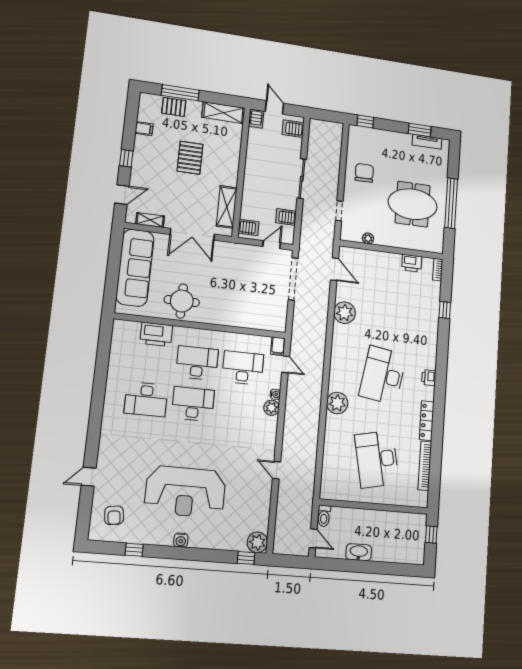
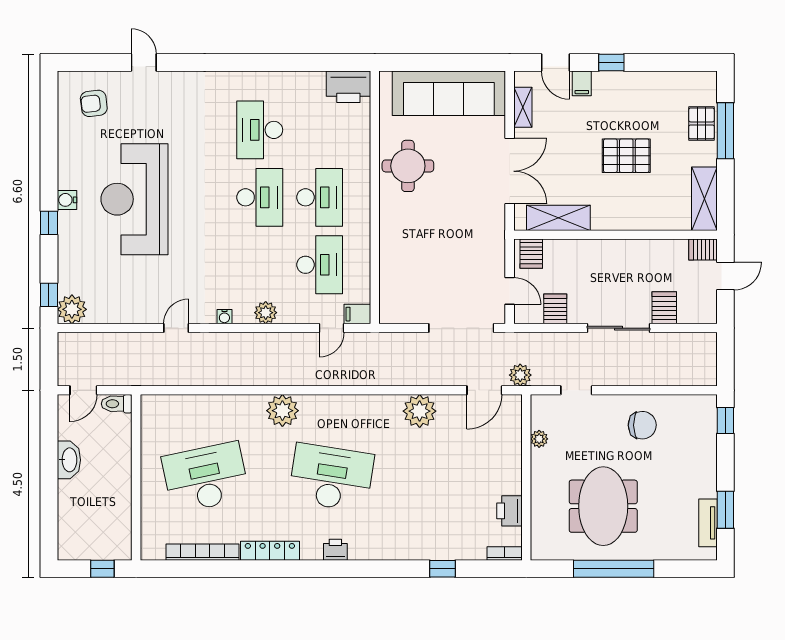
filing cabinet: (144, 129) -> (582, 83), moved
server rack: (293, 129) -> (664, 308), moved
double door: (192, 234) -> (510, 171), swing flipped
plant: (327, 245) -> (520, 375), added
printer: (156, 334) -> (348, 87), moved, turned -90
water cooler: (275, 394) -> (224, 317), moved
window: (134, 550) -> (49, 223), moved

